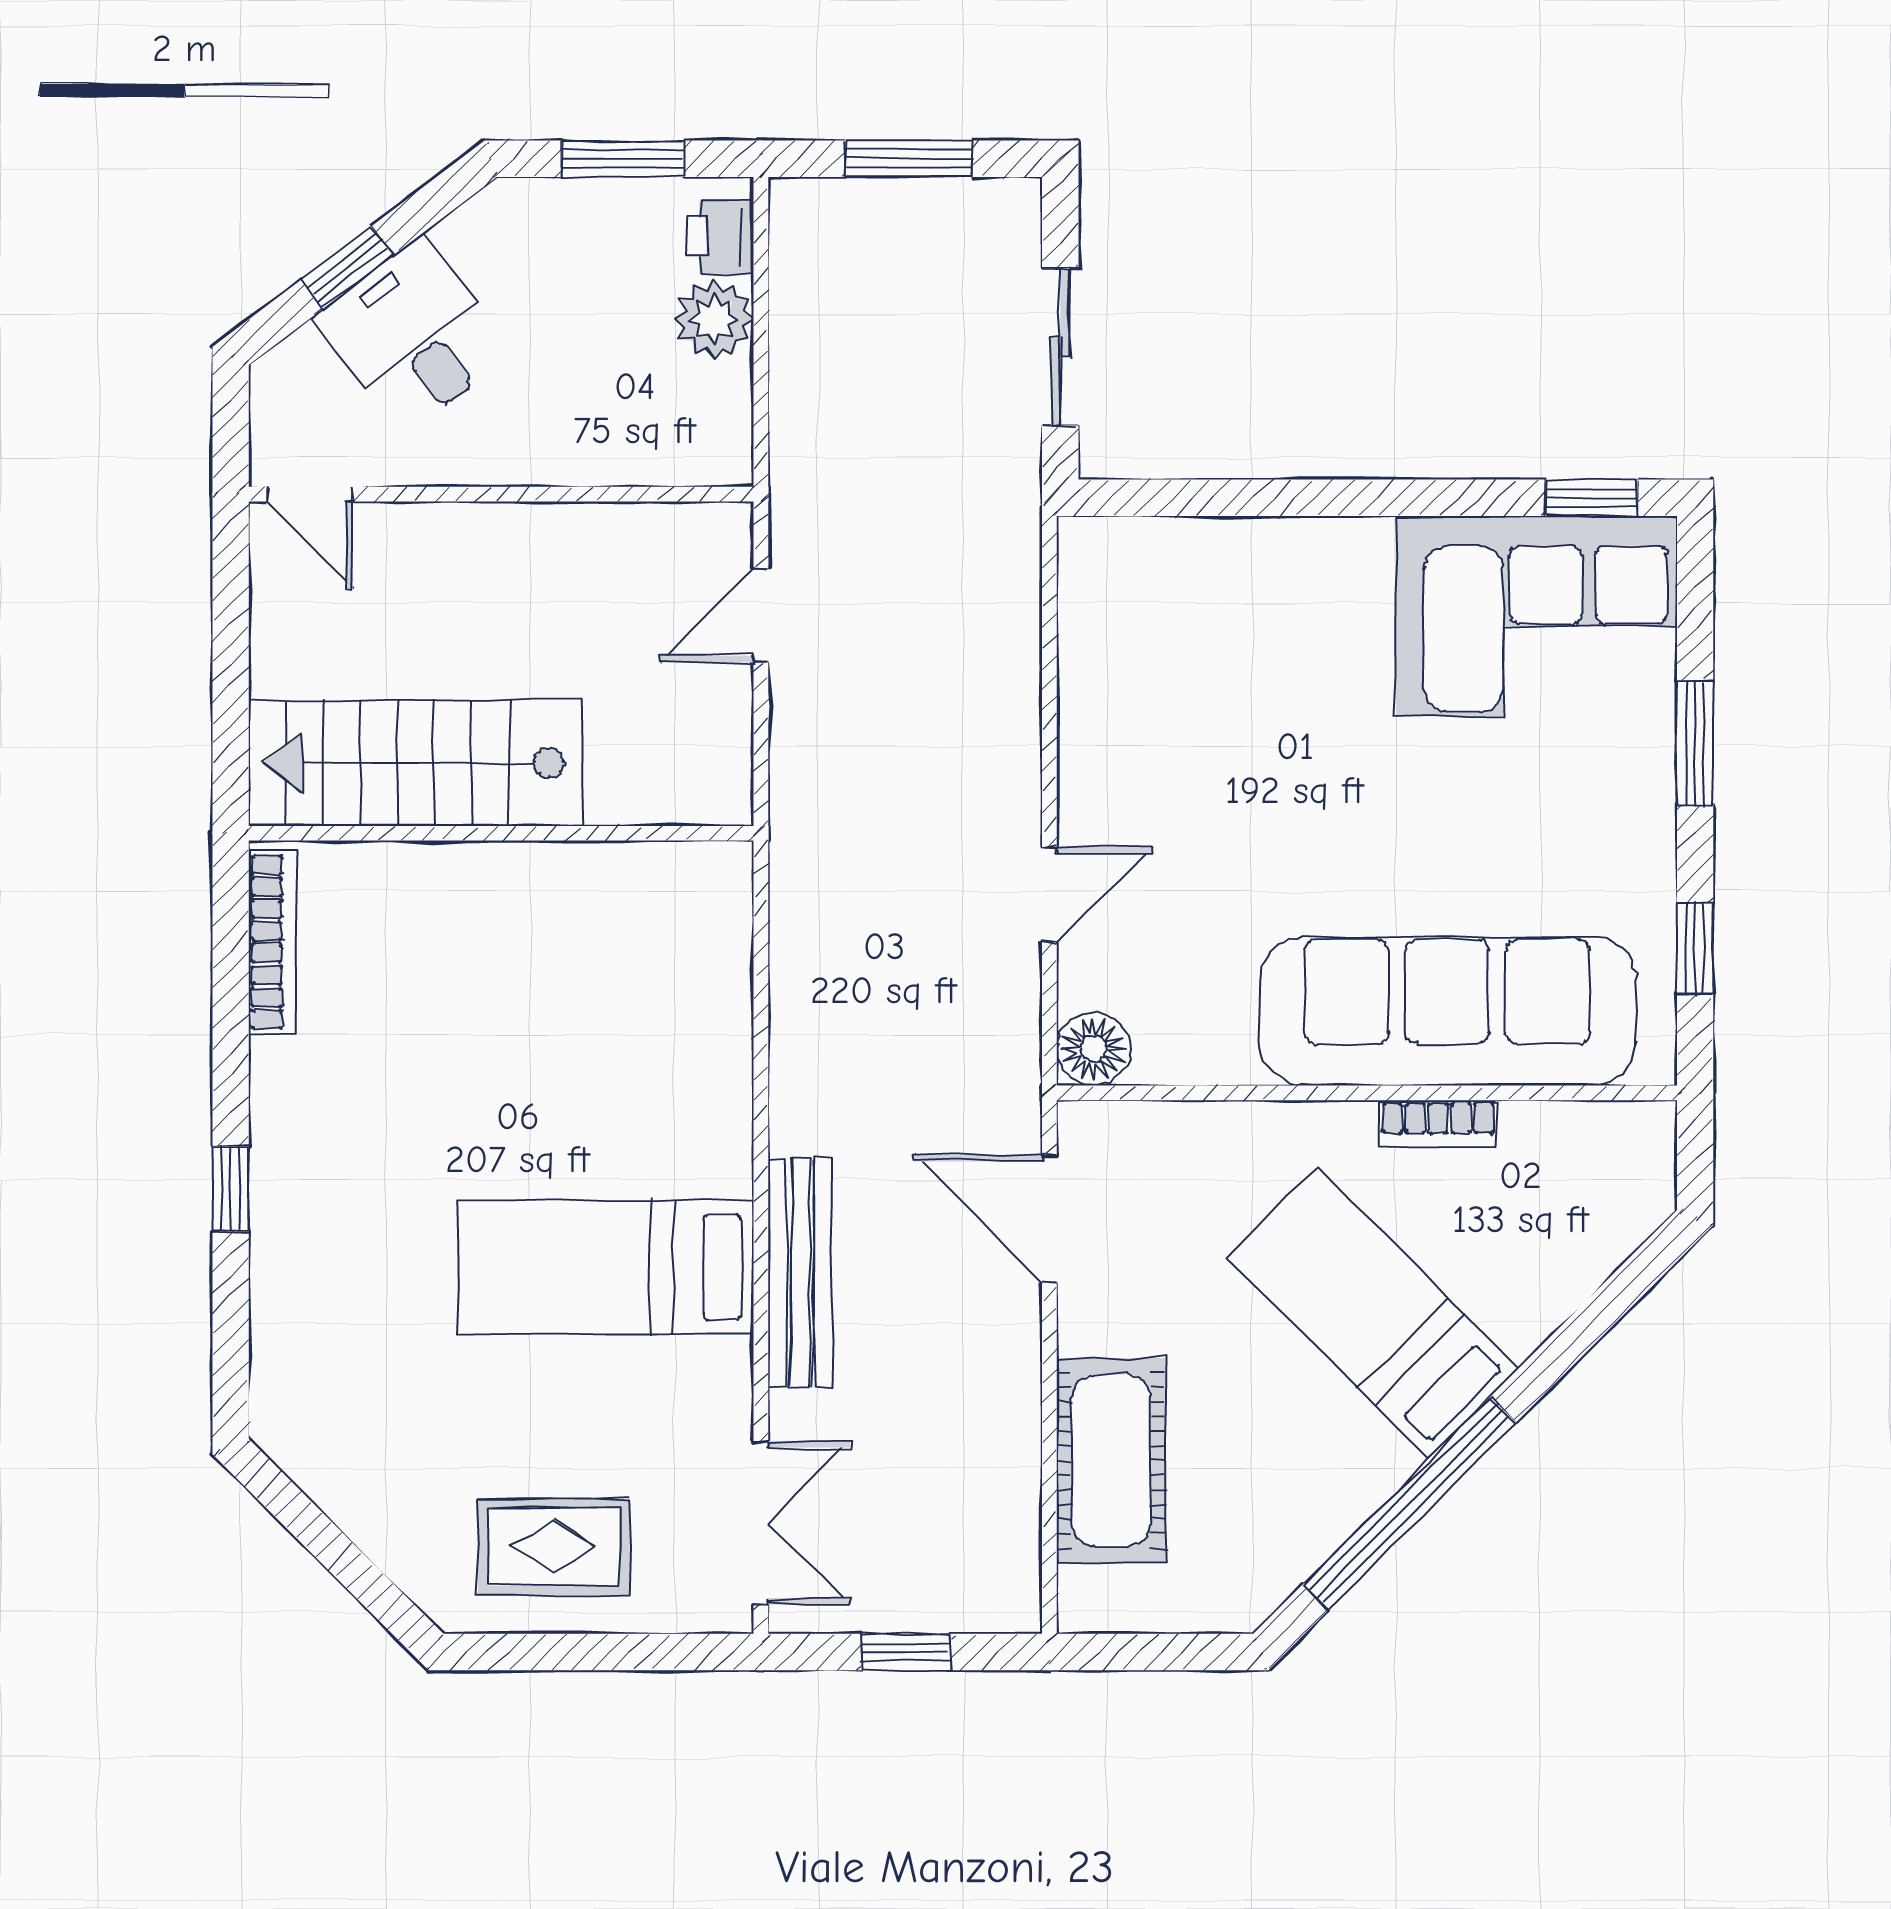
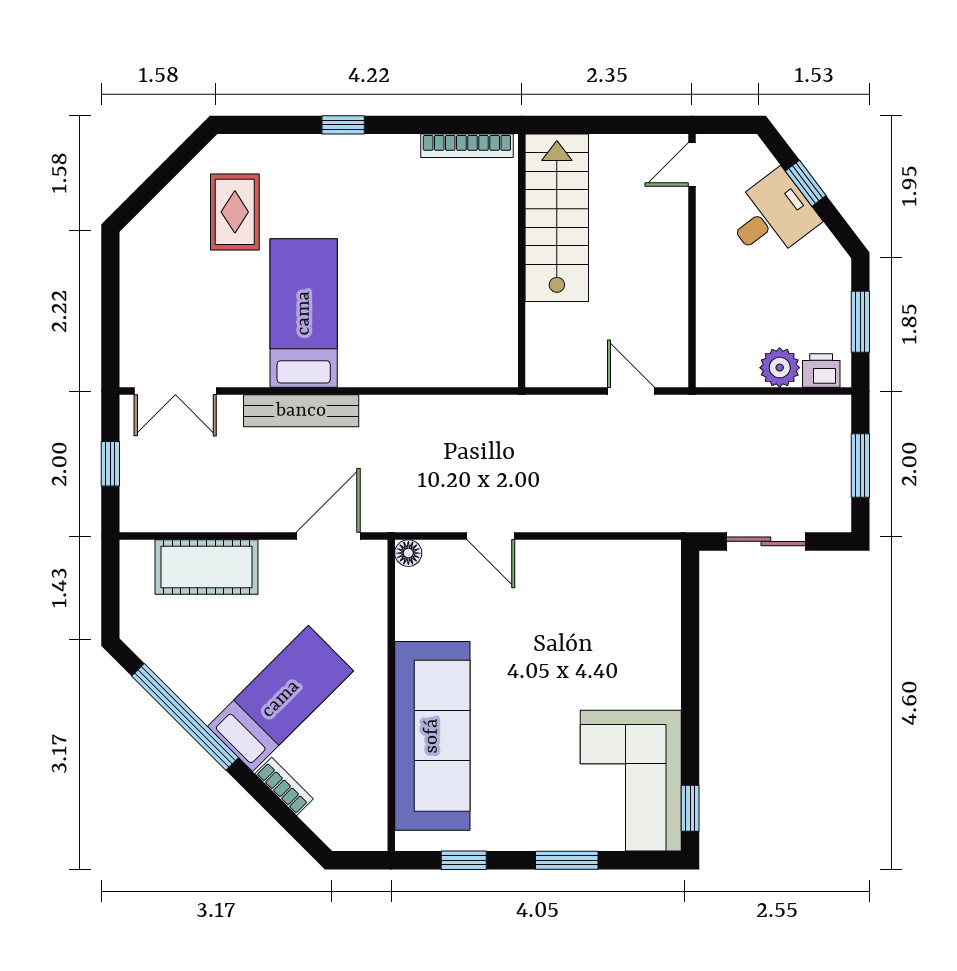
floor lamp: (1093, 1049) -> (408, 553), width x0.73, depth x0.73
bookcase: (1438, 1124) -> (284, 786), moved, turned 135
rug: (554, 1547) -> (235, 212), moved

